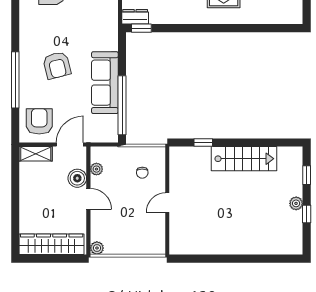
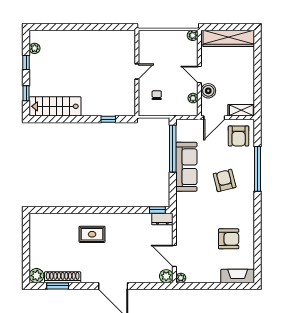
stairs: (244, 159) -> (55, 106), moved
plant: (296, 203) -> (35, 48), moved

